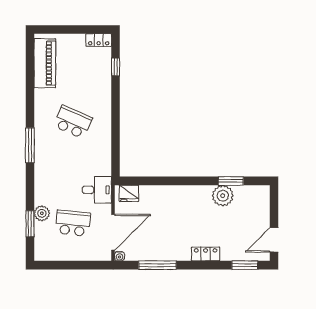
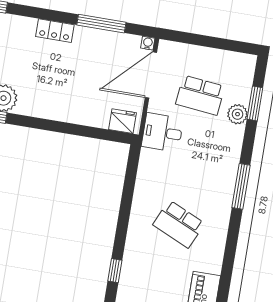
window: (116, 67) -> (115, 271), moved
window: (30, 145) -> (241, 186), moved
locker: (206, 254) -> (55, 31), moved

